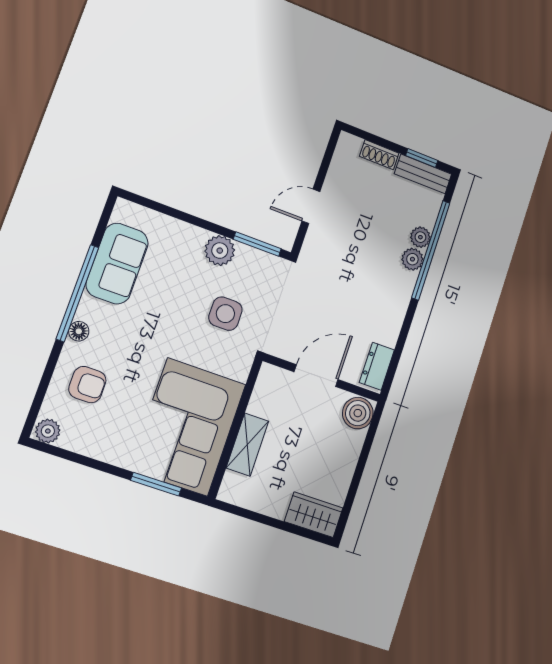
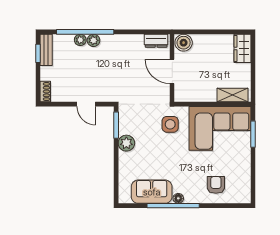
shoe rack: (379, 155) -> (45, 92), moved
side table: (225, 314) -> (170, 124), moved
floor lamp: (79, 331) -> (178, 198), moved
plant: (48, 431) -> (245, 196), removed
shelving: (247, 445) -> (232, 95), moved

